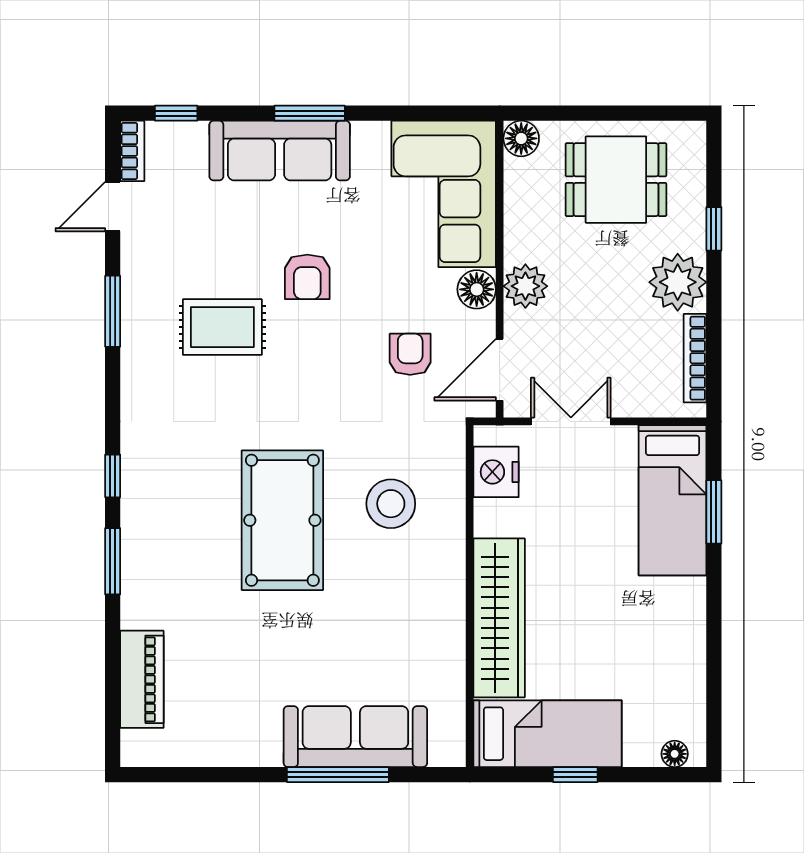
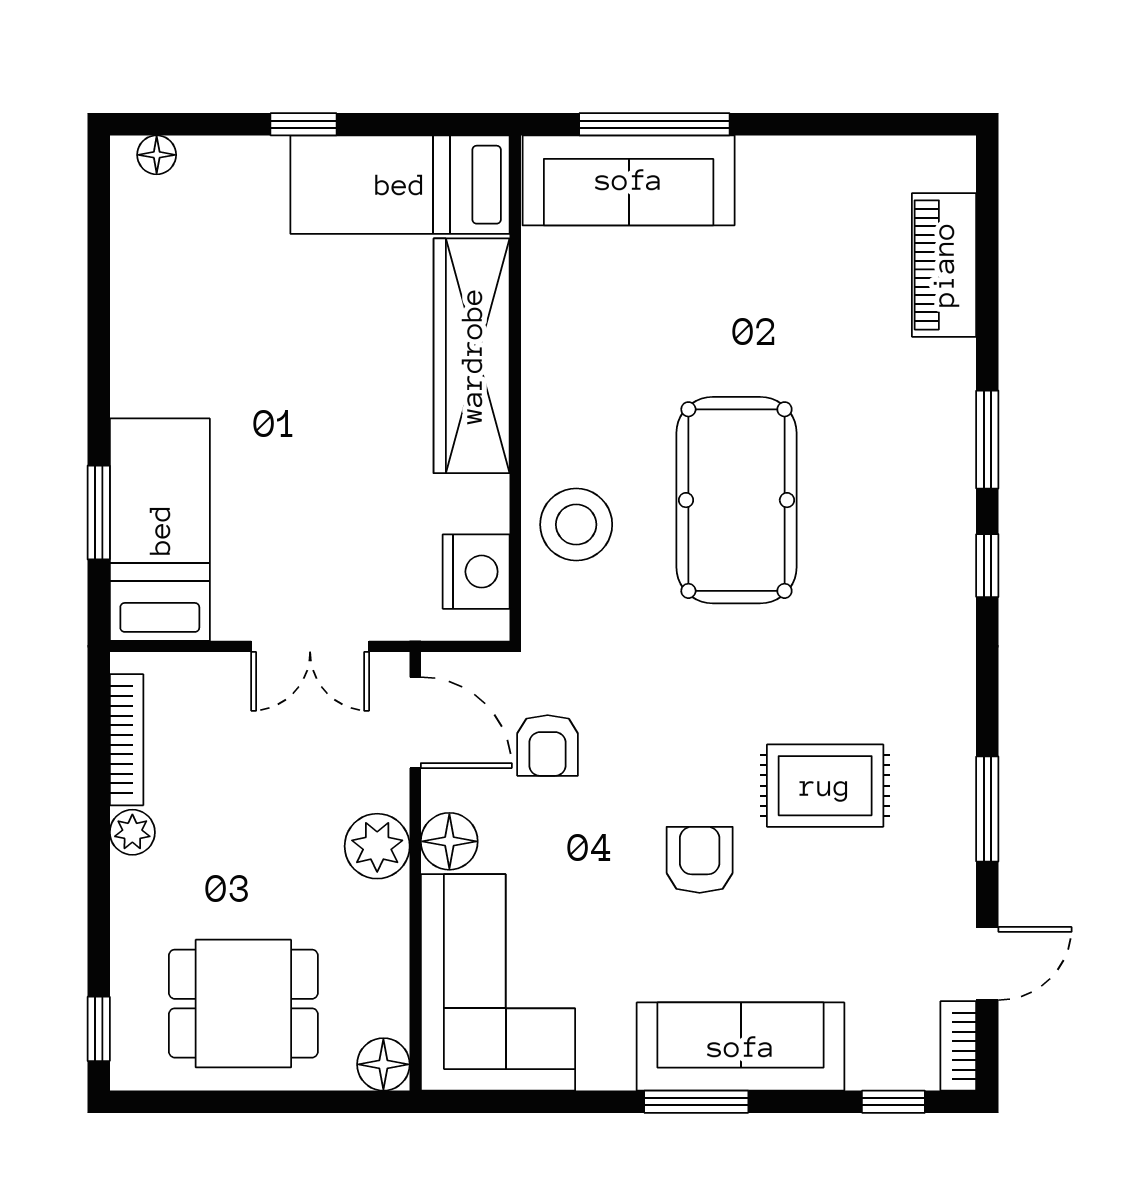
window: (714, 229) -> (99, 1029), moved
plant: (678, 282) -> (132, 832), width x0.53, depth x0.53
door: (500, 370) -> (415, 723), hinge flipped
nightstand: (496, 472) -> (476, 572), moved
wall: (470, 596) -> (515, 388), moved
wardrobe: (499, 618) -> (472, 356), moved
bed: (548, 734) -> (400, 185), moved

